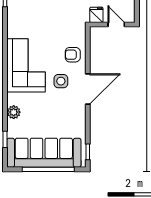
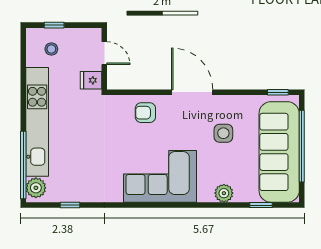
door: (116, 25) -> (104, 53), swing flipped
armchair: (73, 55) -> (145, 113), turned 90
side table: (61, 81) -> (223, 133), moved

